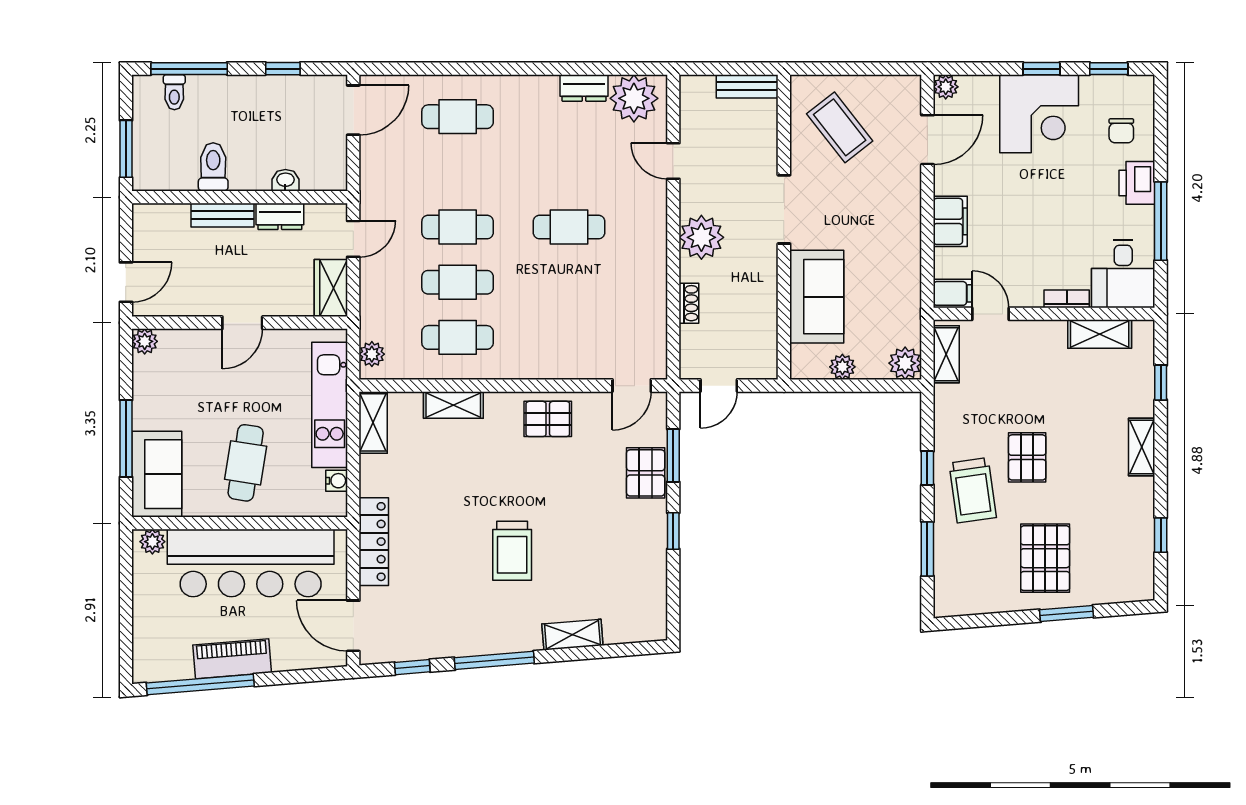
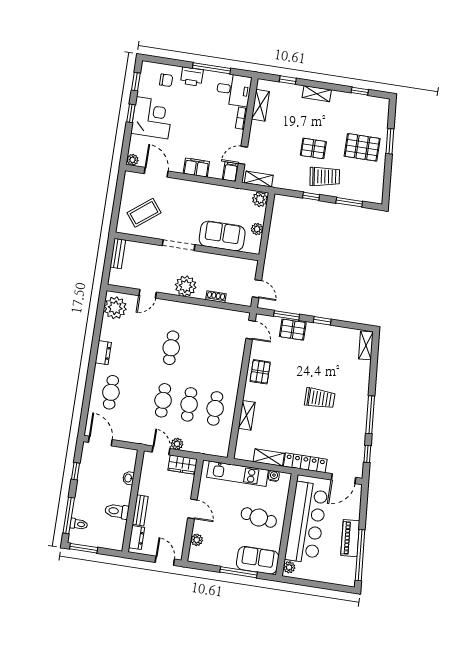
dresser: (584, 88) -> (103, 353), moved
window: (126, 149) -> (84, 548), moved
dresser: (280, 216) -> (137, 538), moved
plant: (145, 341) -> (197, 540), moved
plant: (372, 354) -> (177, 444), moved
shelving: (373, 422) -> (269, 457), moved
shelving: (572, 635) -> (366, 345), moved

